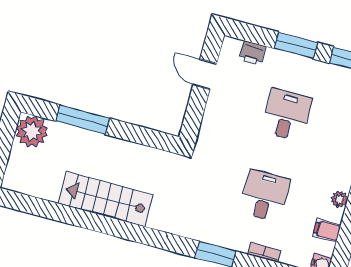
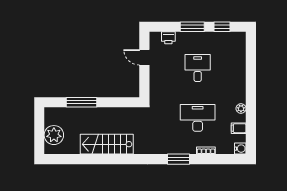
plant: (32, 131) -> (54, 135), moved
desk: (265, 196) -> (198, 118), width x1.37

